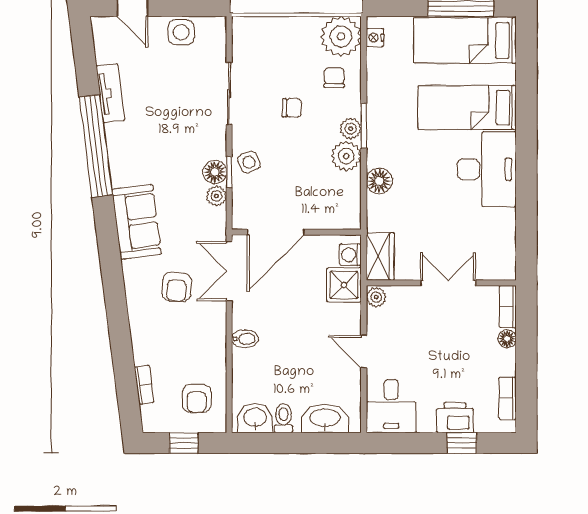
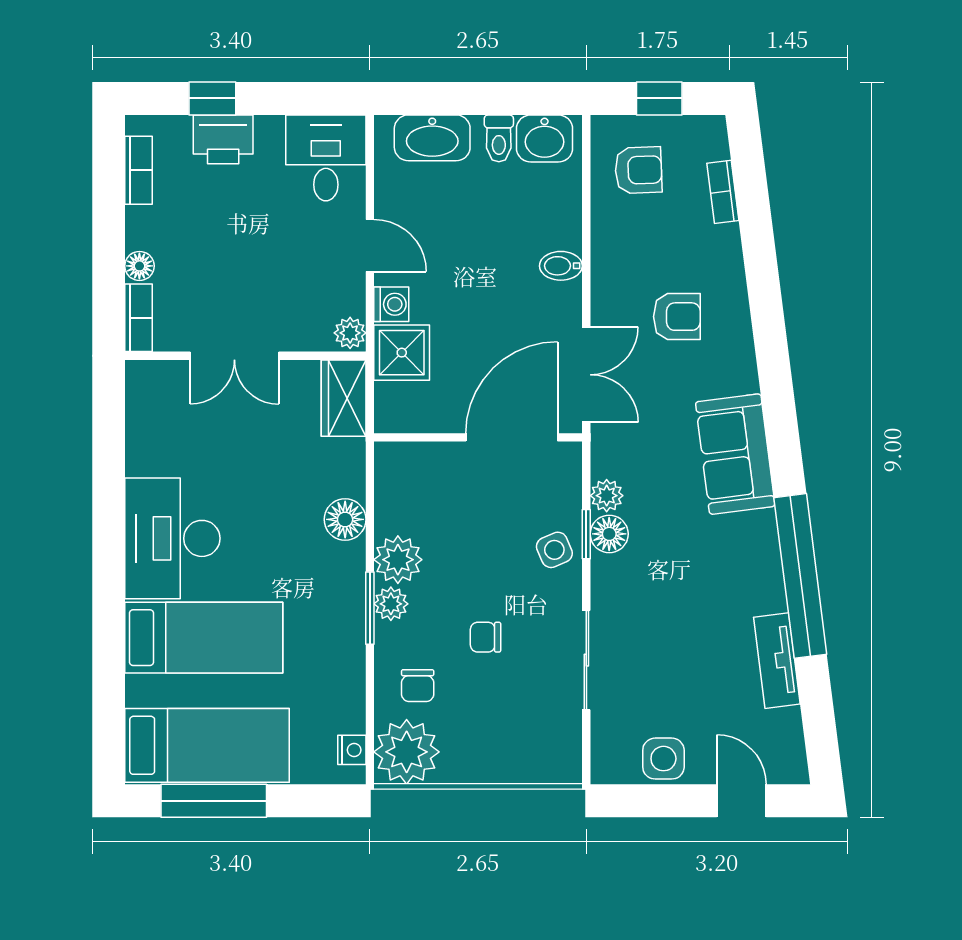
washing machine: (350, 255) -> (391, 304), moved
armchair: (177, 287) -> (677, 317), moved, turned 86
armchair: (197, 398) -> (638, 170), turned 88

